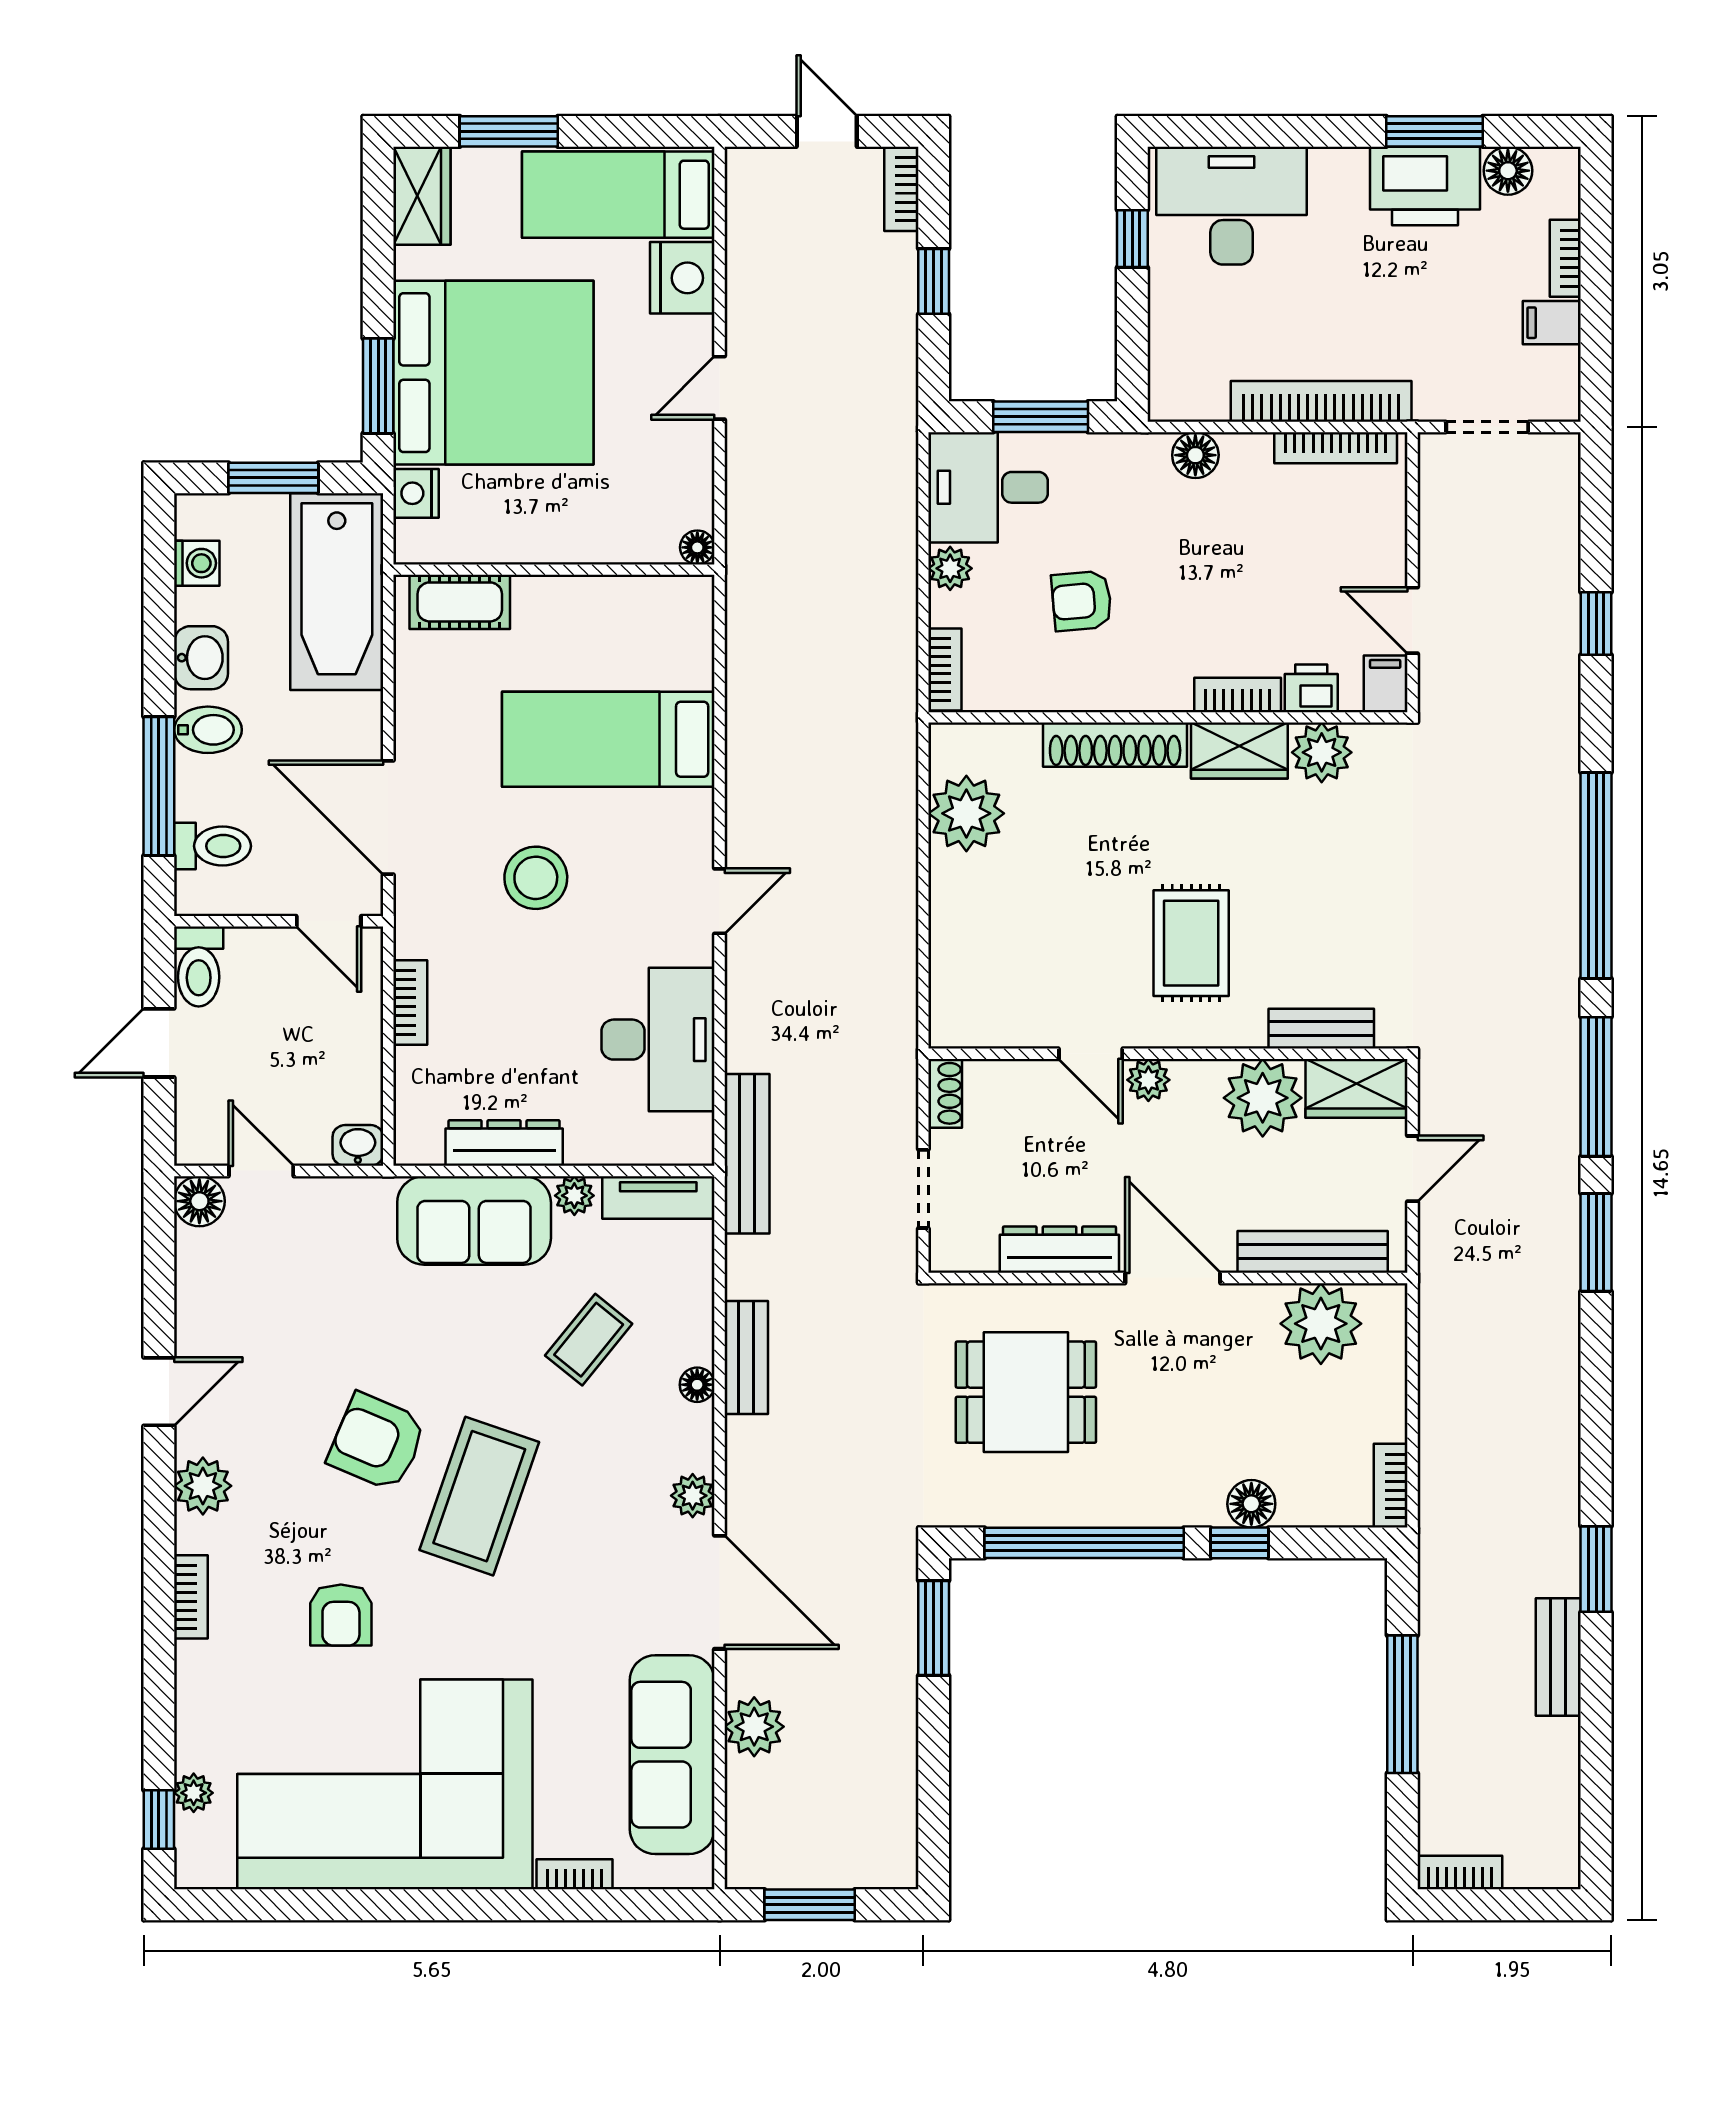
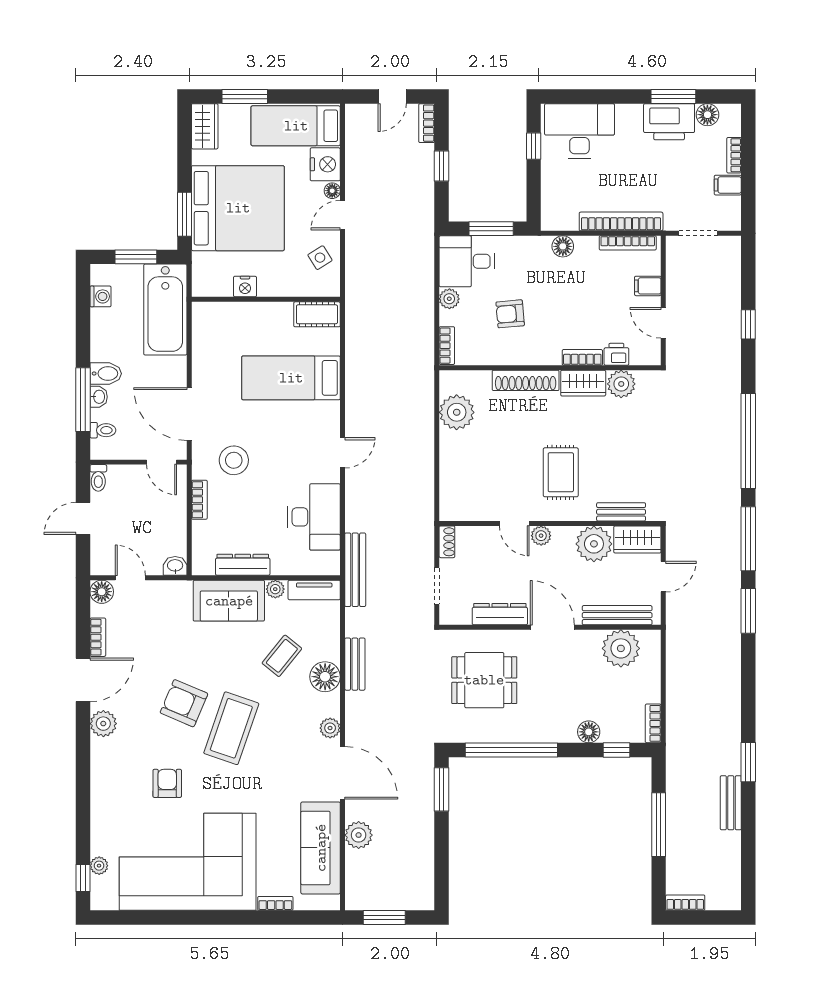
door: (827, 131) -> (392, 96), swing flipped
side table: (671, 479) -> (320, 258), added
nightstand: (416, 493) -> (245, 287), moved, turned -90
floor lamp: (697, 547) -> (332, 191), moved
cot: (460, 602) -> (317, 314), moved
washbasin: (201, 658) -> (99, 397), moved, width x0.72, depth x0.69
filing cabinet: (1385, 684) -> (648, 286), moved, turned -90
toilet: (213, 846) -> (103, 430), width x0.73, depth x0.72
stool: (536, 878) -> (234, 460), moved
toilet: (199, 966) -> (98, 478), width x0.73, depth x0.72
floor lamp: (697, 1385) -> (325, 677), width x1.89, depth x1.89
door: (159, 1392) -> (83, 680), width x1.38
window: (1239, 1543) -> (617, 750), moved
bookcase: (191, 1597) -> (98, 637), moved
armchair: (341, 1615) -> (167, 783), turned 180

